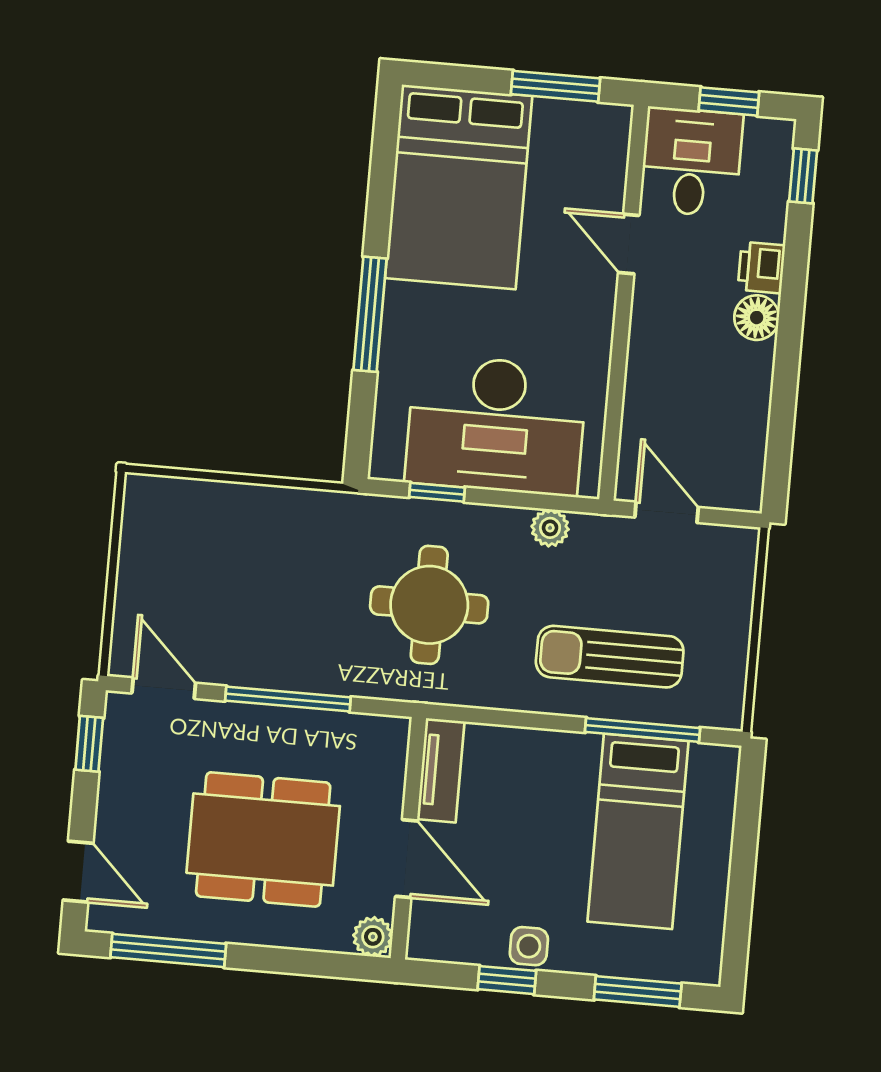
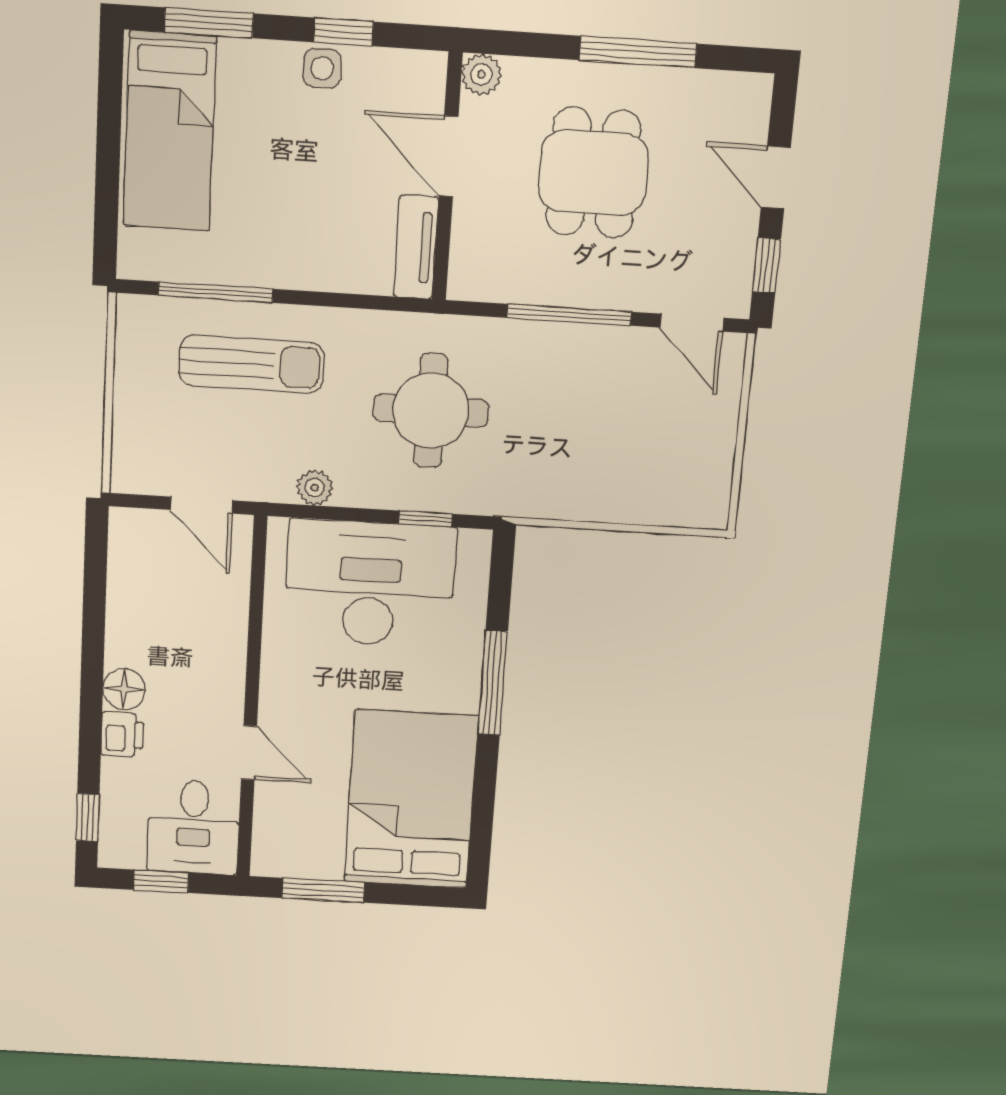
bed: (638, 831) -> (170, 131), moved, turned 180
dining table: (263, 839) -> (593, 173), width x0.73
door: (78, 872) -> (776, 177), moved
window: (168, 950) -> (638, 52), moved

